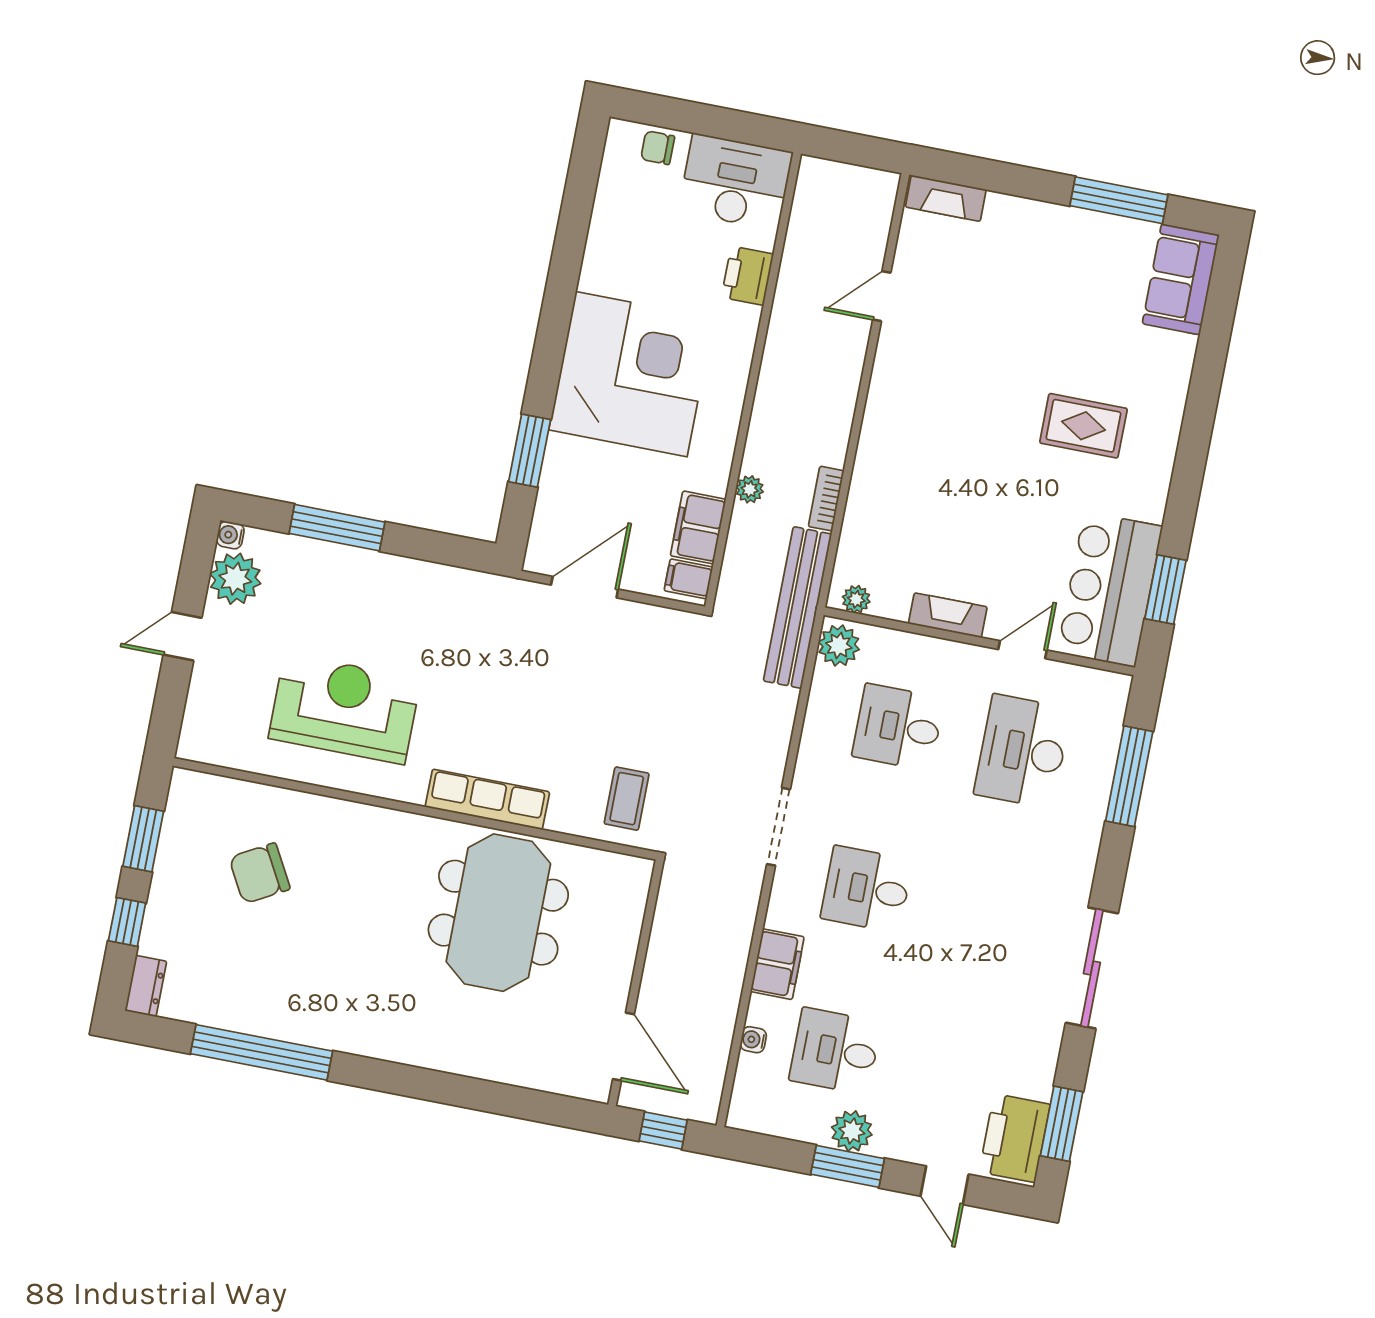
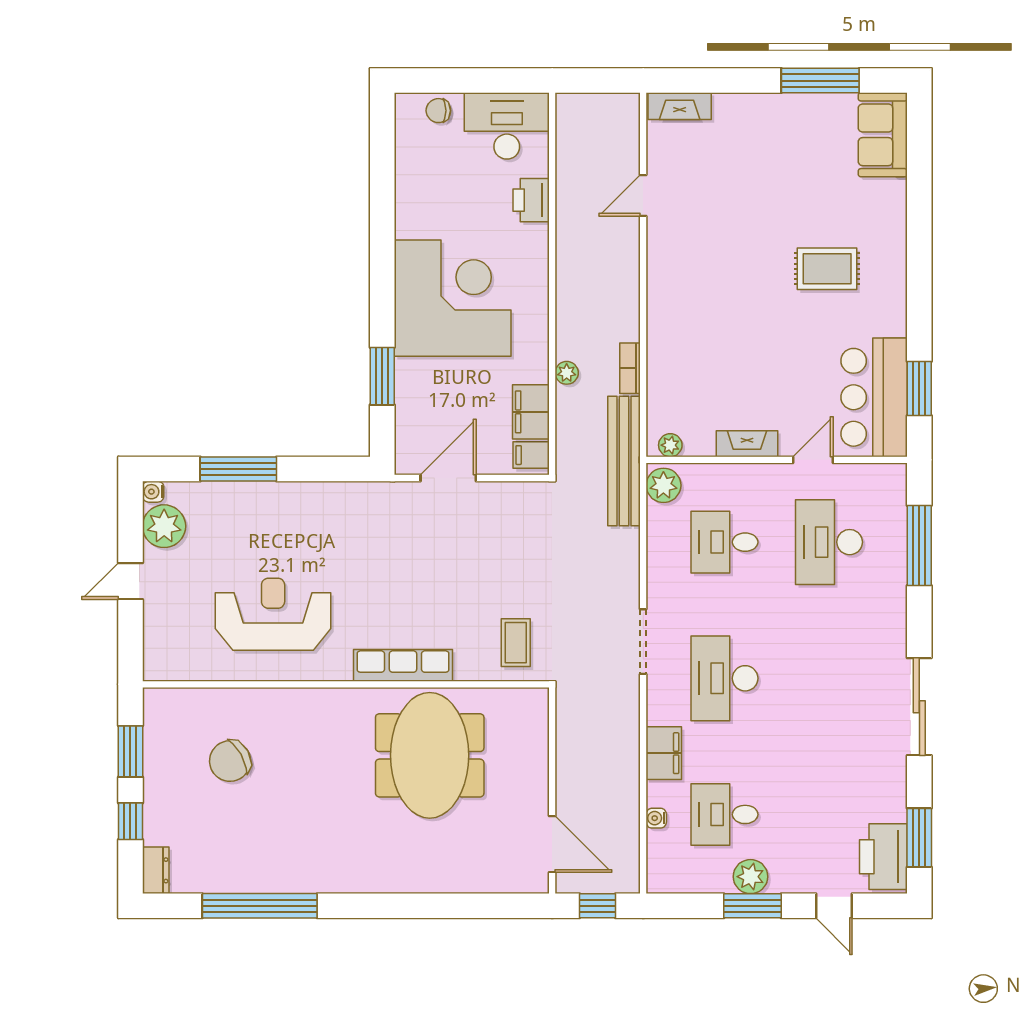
desk: (867, 889) -> (724, 678), width x1.37

